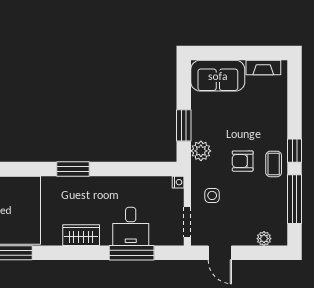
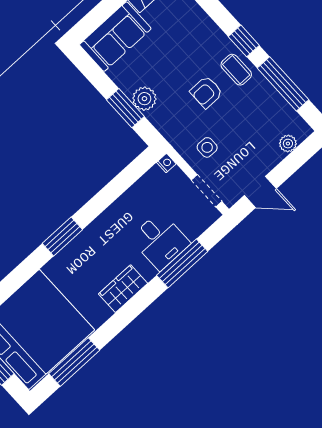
plant: (201, 151) -> (144, 99), moved

